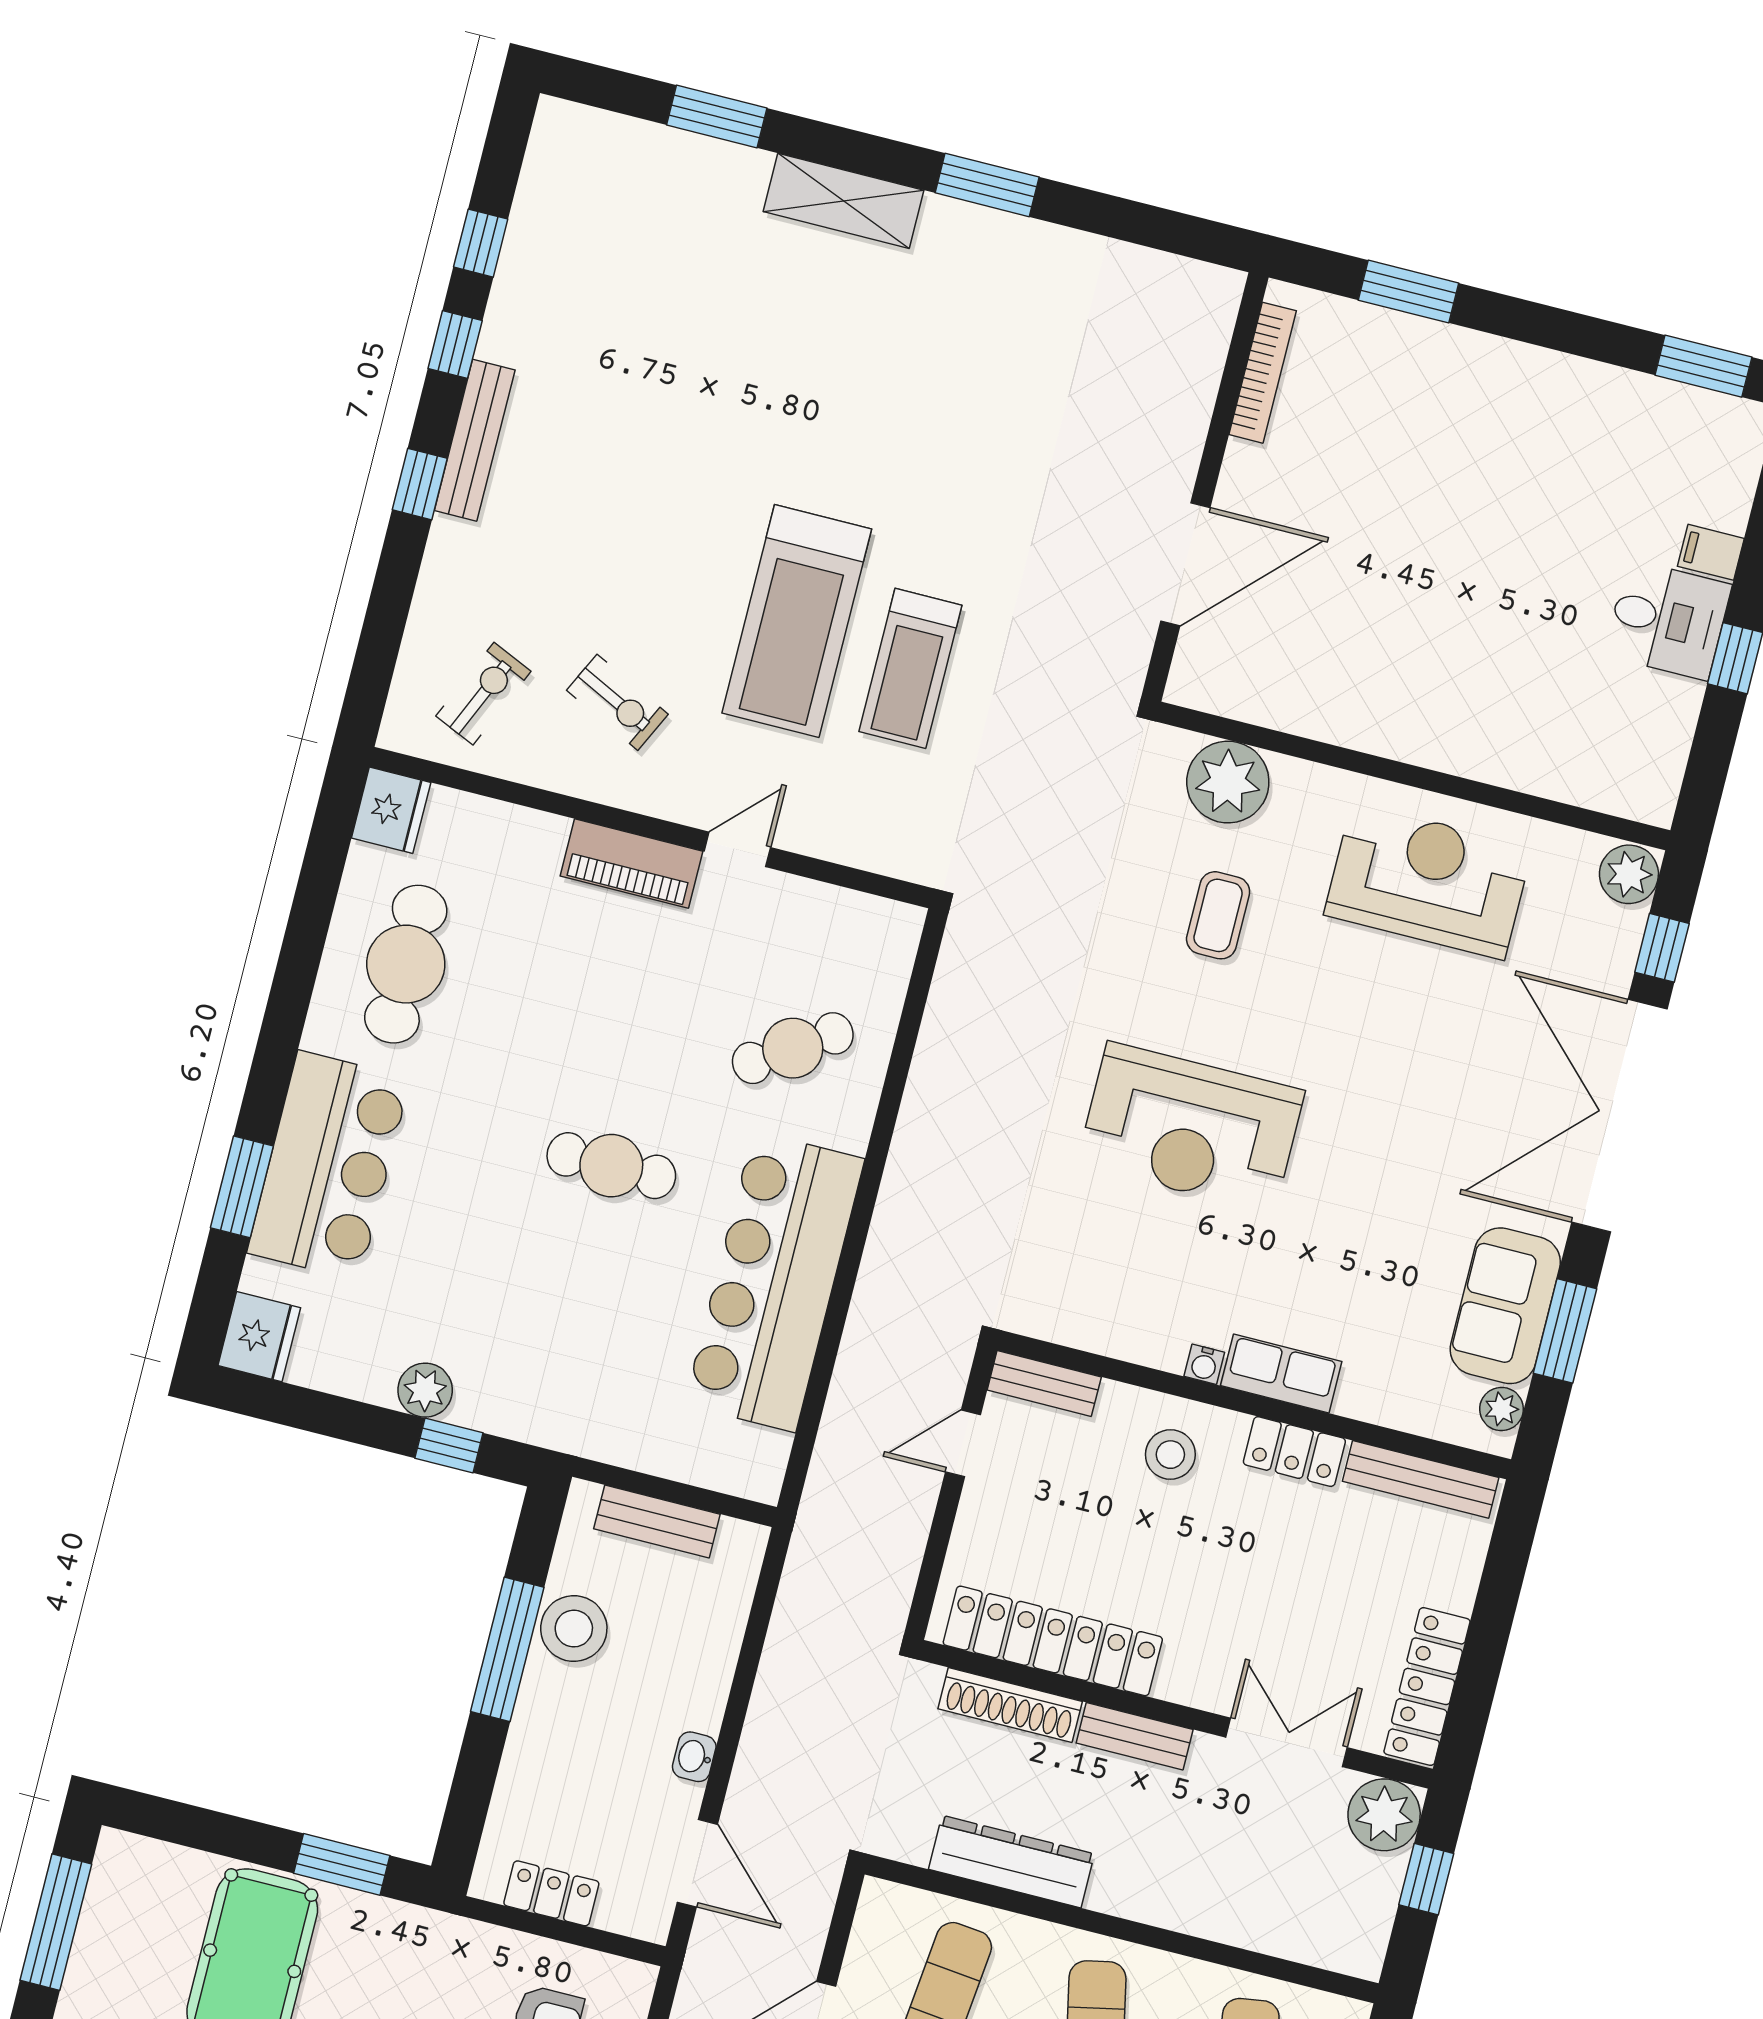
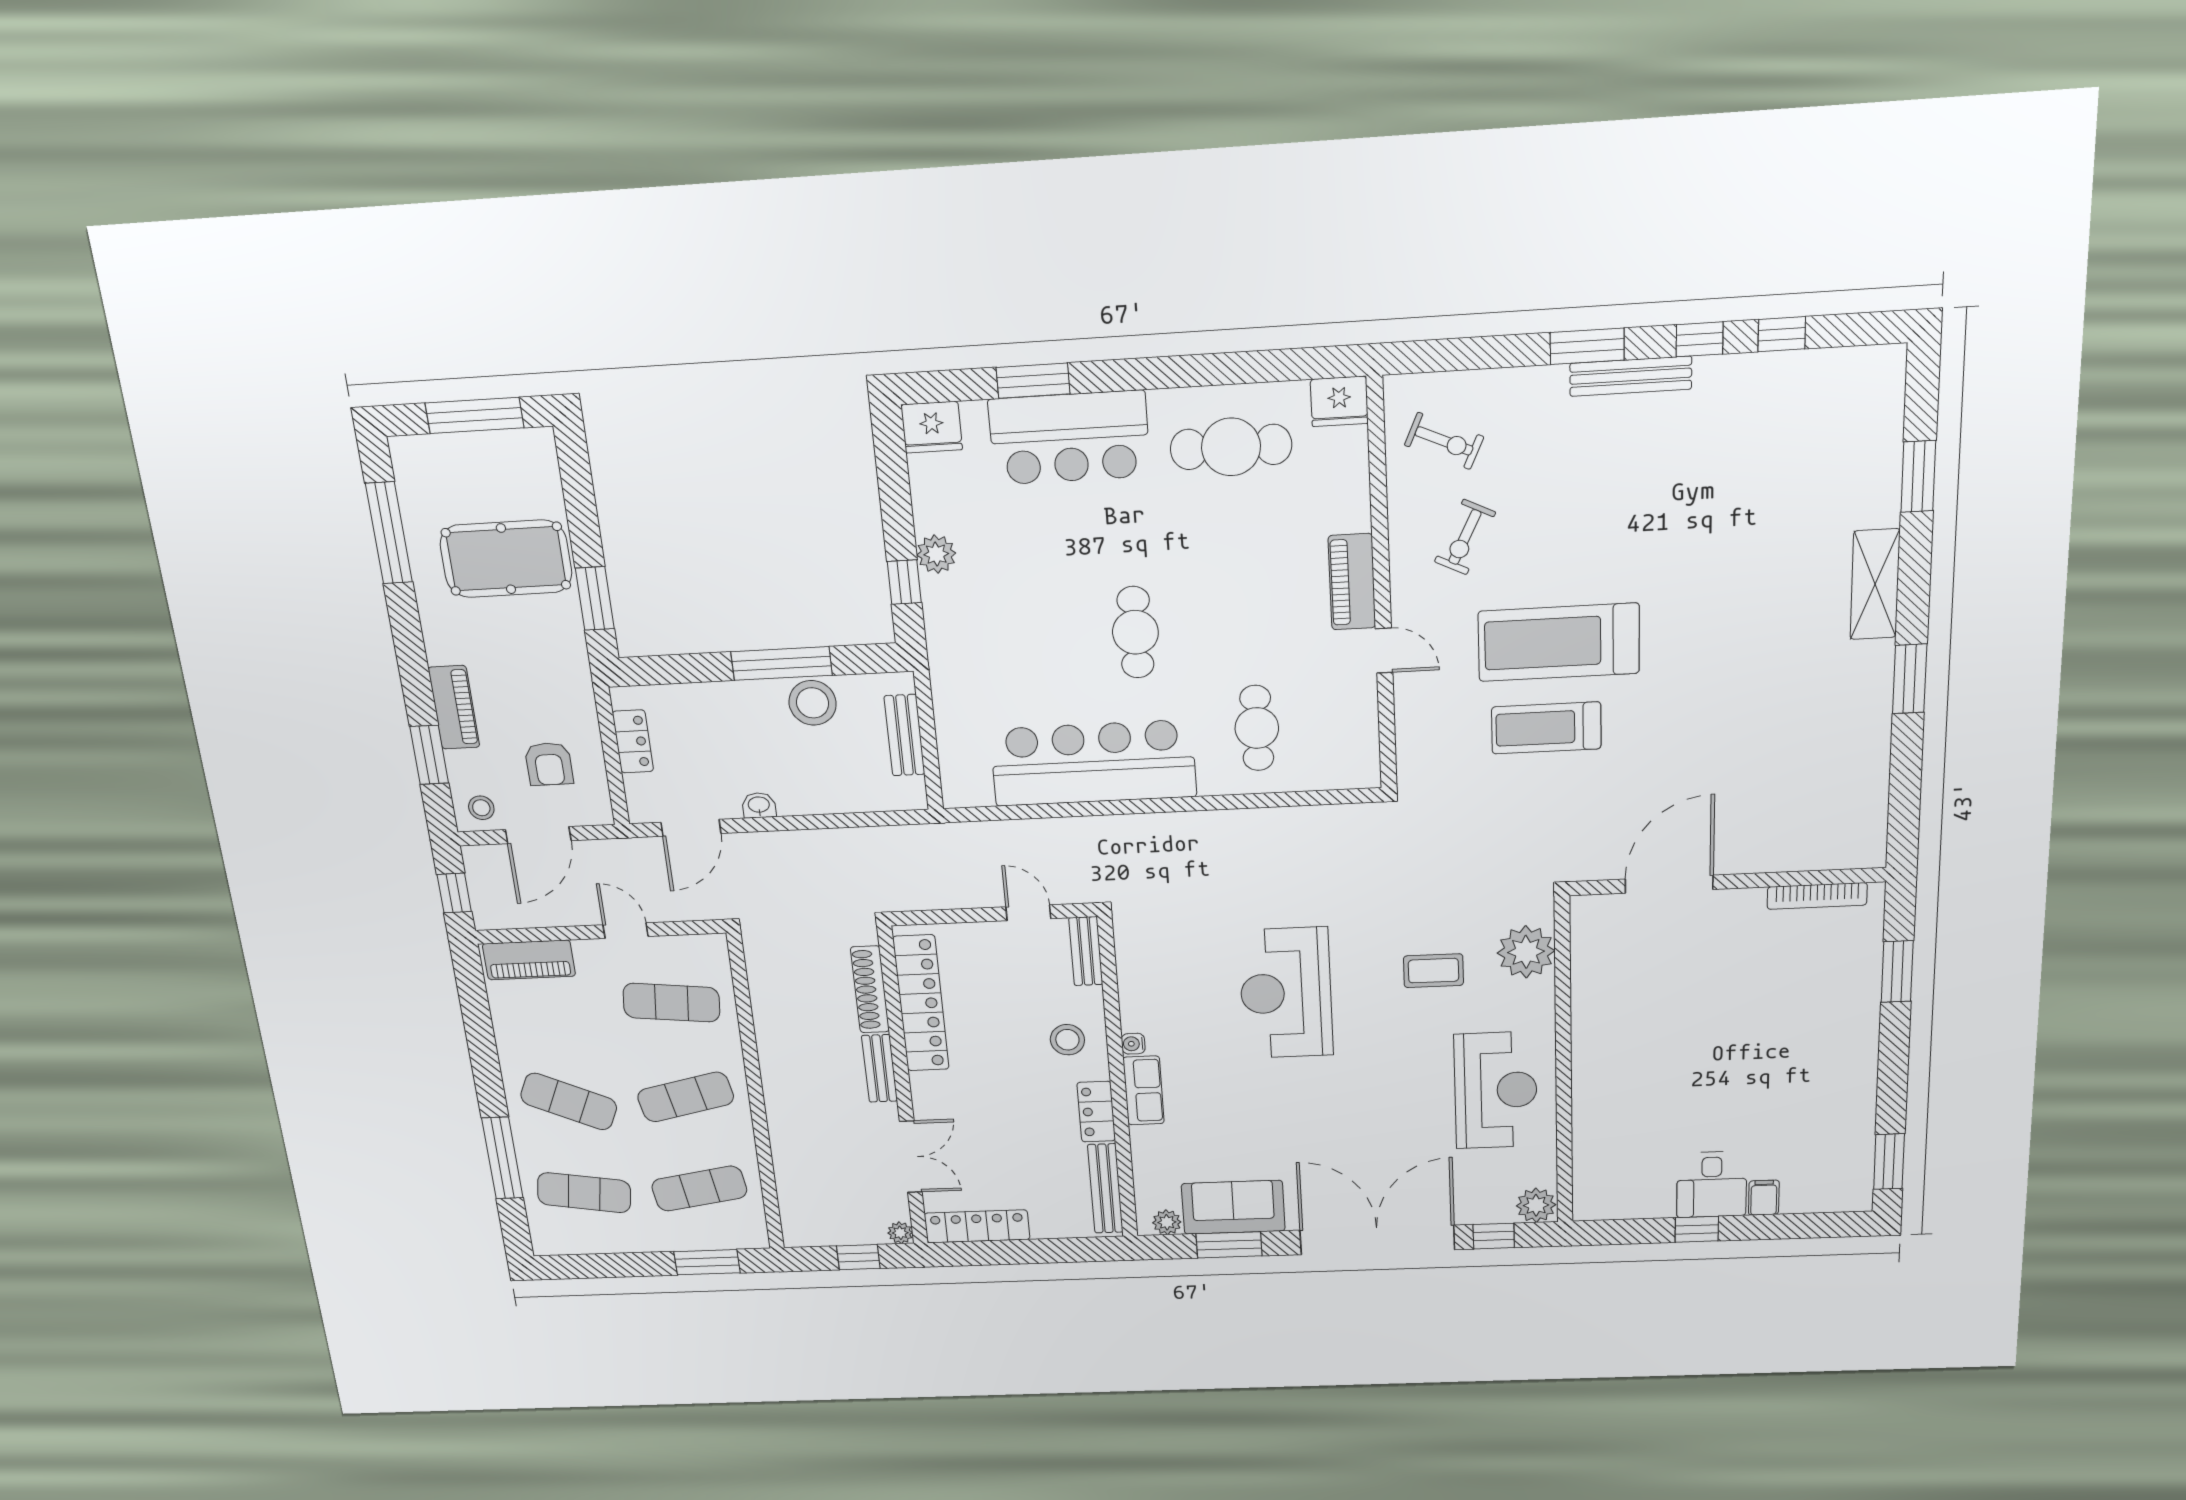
window: (420, 484) -> (1587, 346), width x1.50
door: (1185, 564) -> (1669, 884), swing flipped
cafe table: (793, 1048) -> (1257, 728), turned 34
plant: (1384, 1815) -> (900, 1233), width x0.53, depth x0.53
dresser: (1012, 1862) -> (771, 1018), removed

